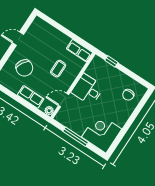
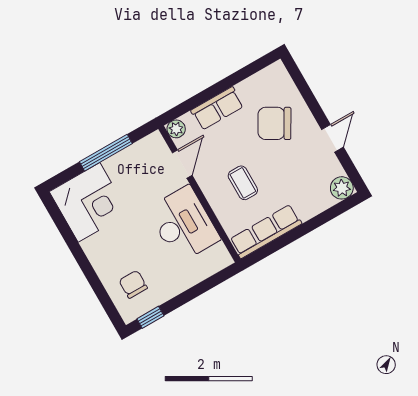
plant: (38, 23) -> (342, 188), added
row of seats: (80, 51) -> (266, 231), width x1.48
window: (111, 61) -> (150, 317), moved
desk: (88, 90) -> (184, 224), width x1.37

